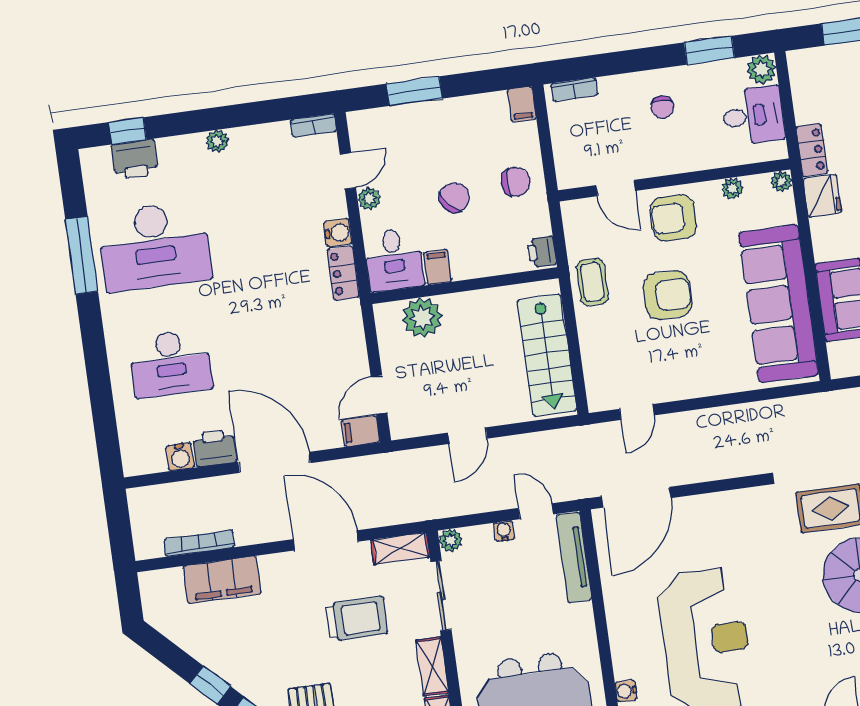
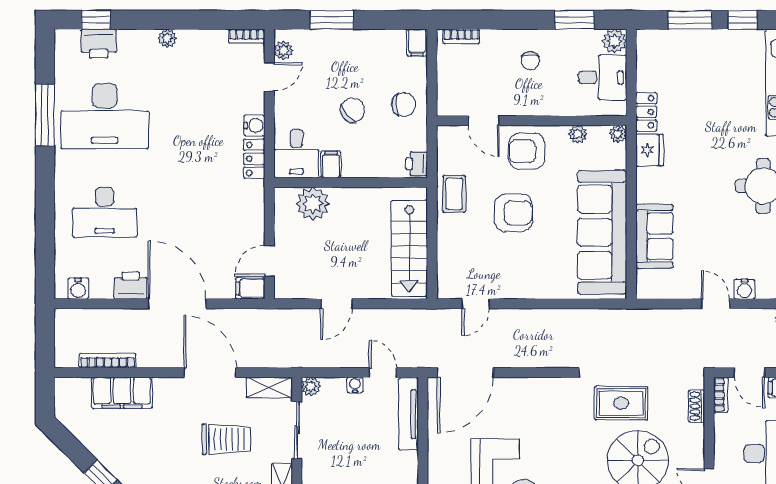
plant: (369, 199) -> (283, 50), moved
water cooler: (180, 457) -> (78, 289), moved

